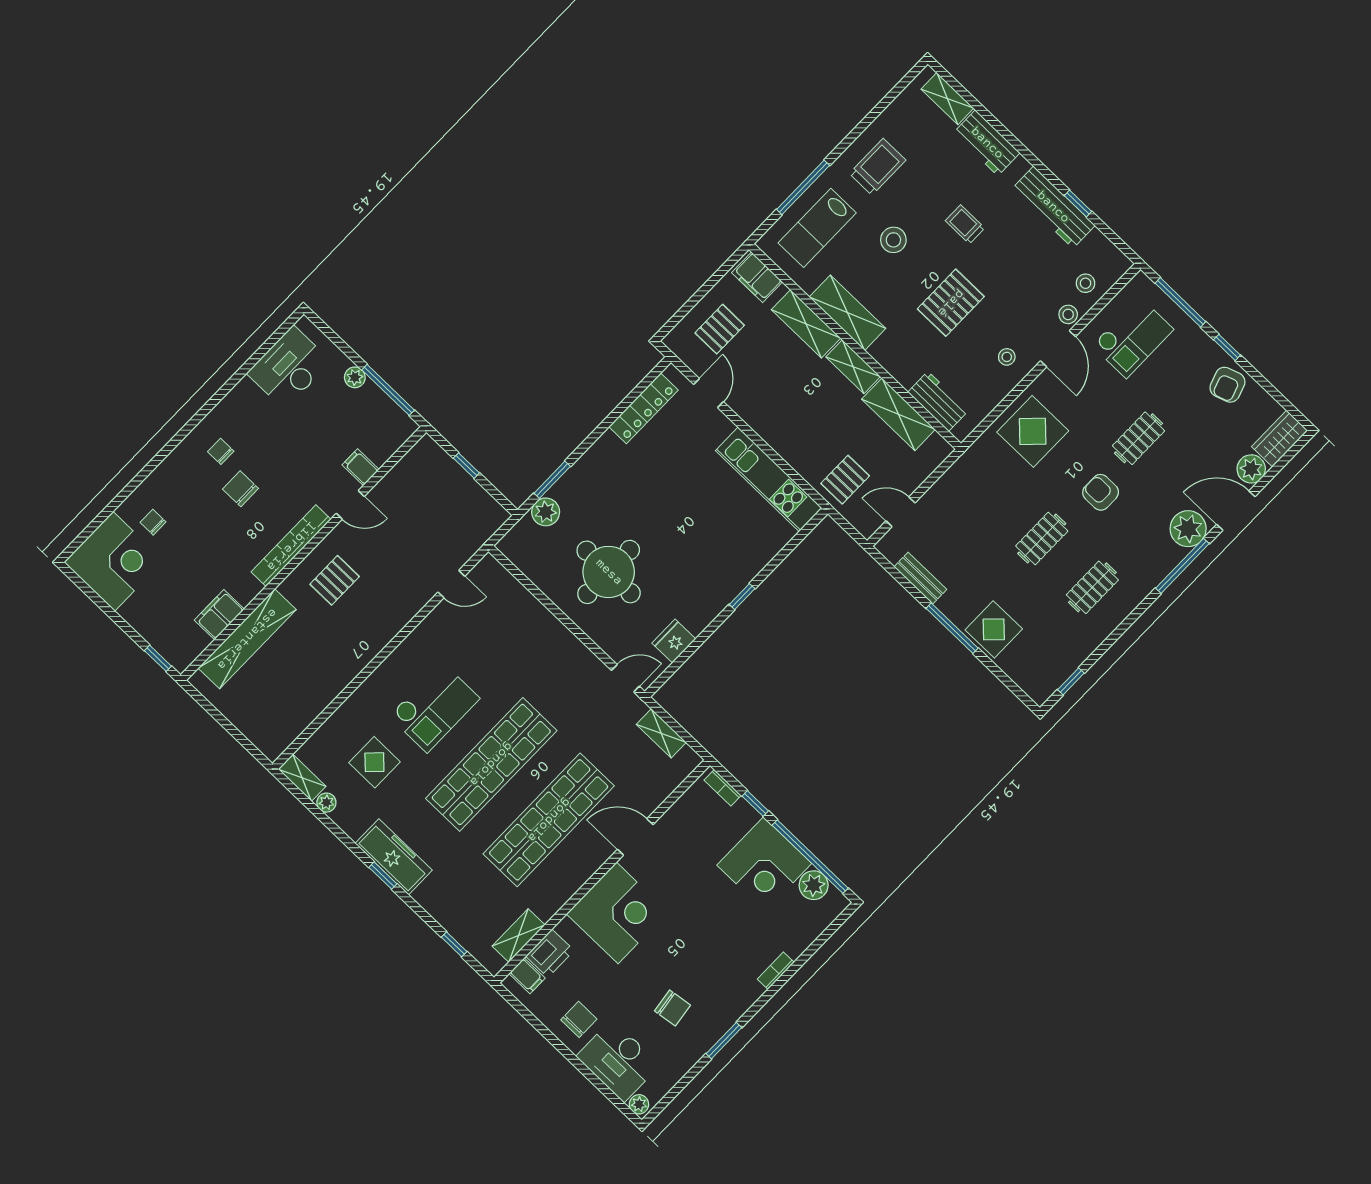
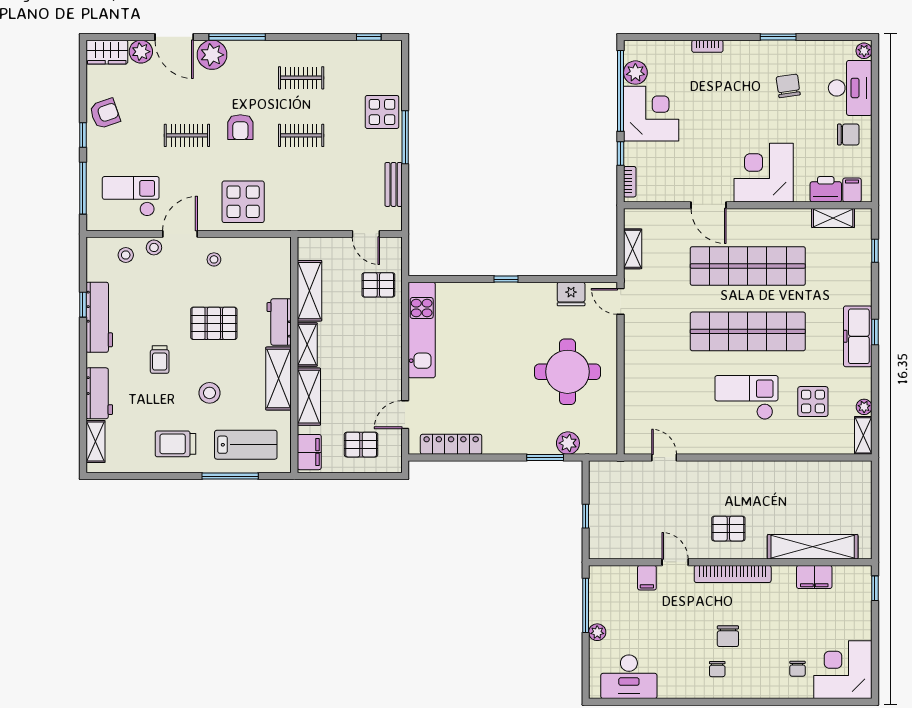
workbench: (938, 401) -> (279, 322), moved
chair: (579, 1019) -> (848, 135), turned 180

